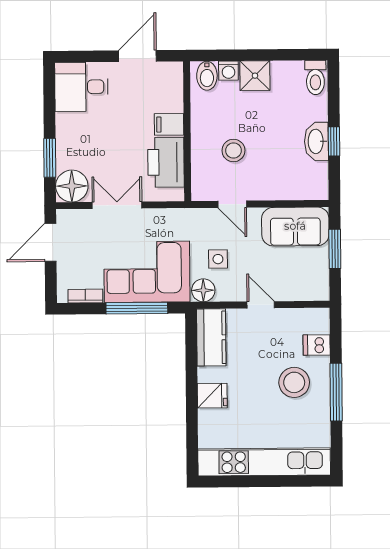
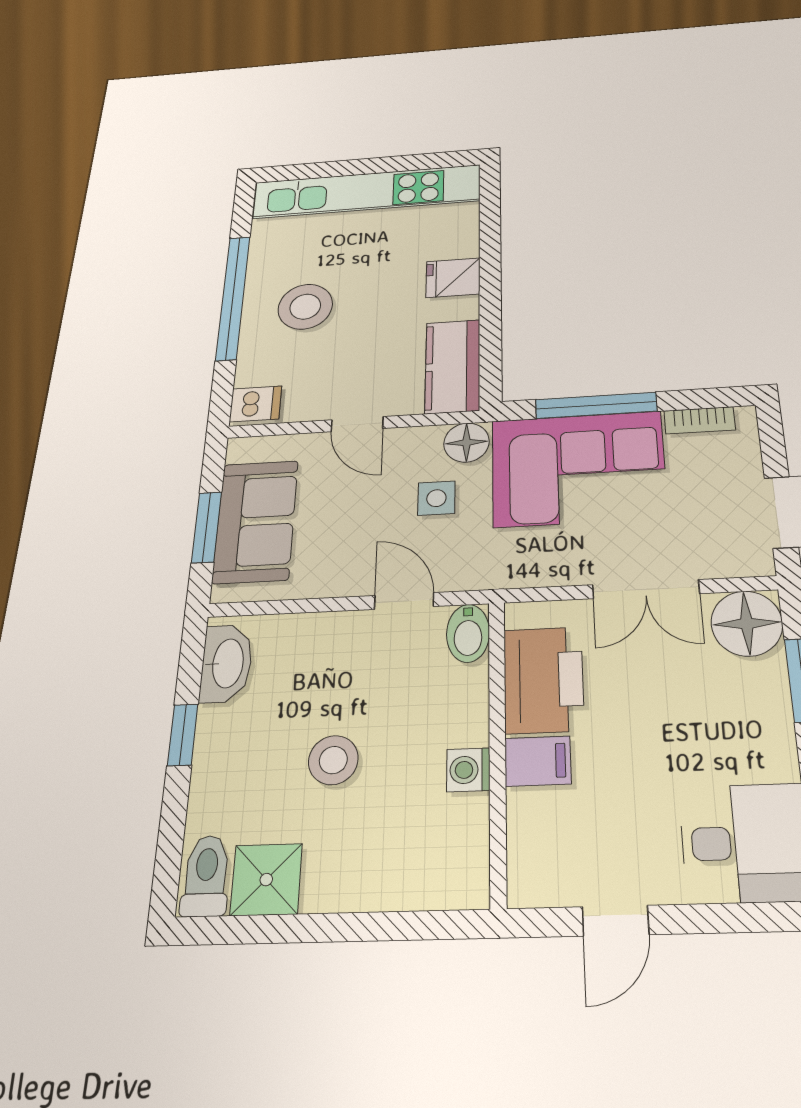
door: (137, 56) -> (616, 921), width x0.73
washing machine: (228, 71) -> (468, 770), moved, turned -90
bidet: (207, 76) -> (468, 633), moved, turned 180
shower: (255, 76) -> (266, 880), moved
washbasin: (316, 141) -> (227, 663), moved
stool: (233, 151) -> (333, 760), moved
sofa: (295, 226) -> (256, 521), moved, turned 90
dishwasher: (317, 345) -> (256, 404), moved
window: (336, 392) -> (233, 297), width x1.46

